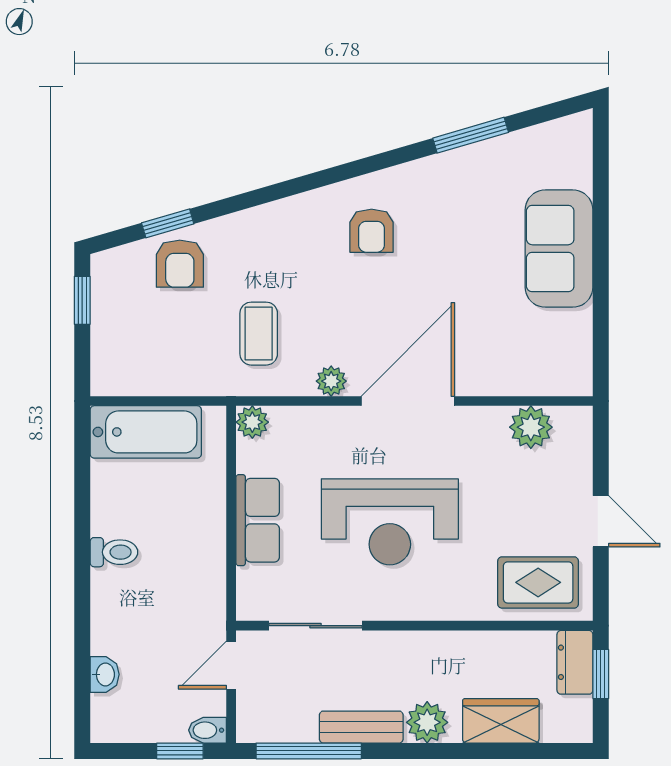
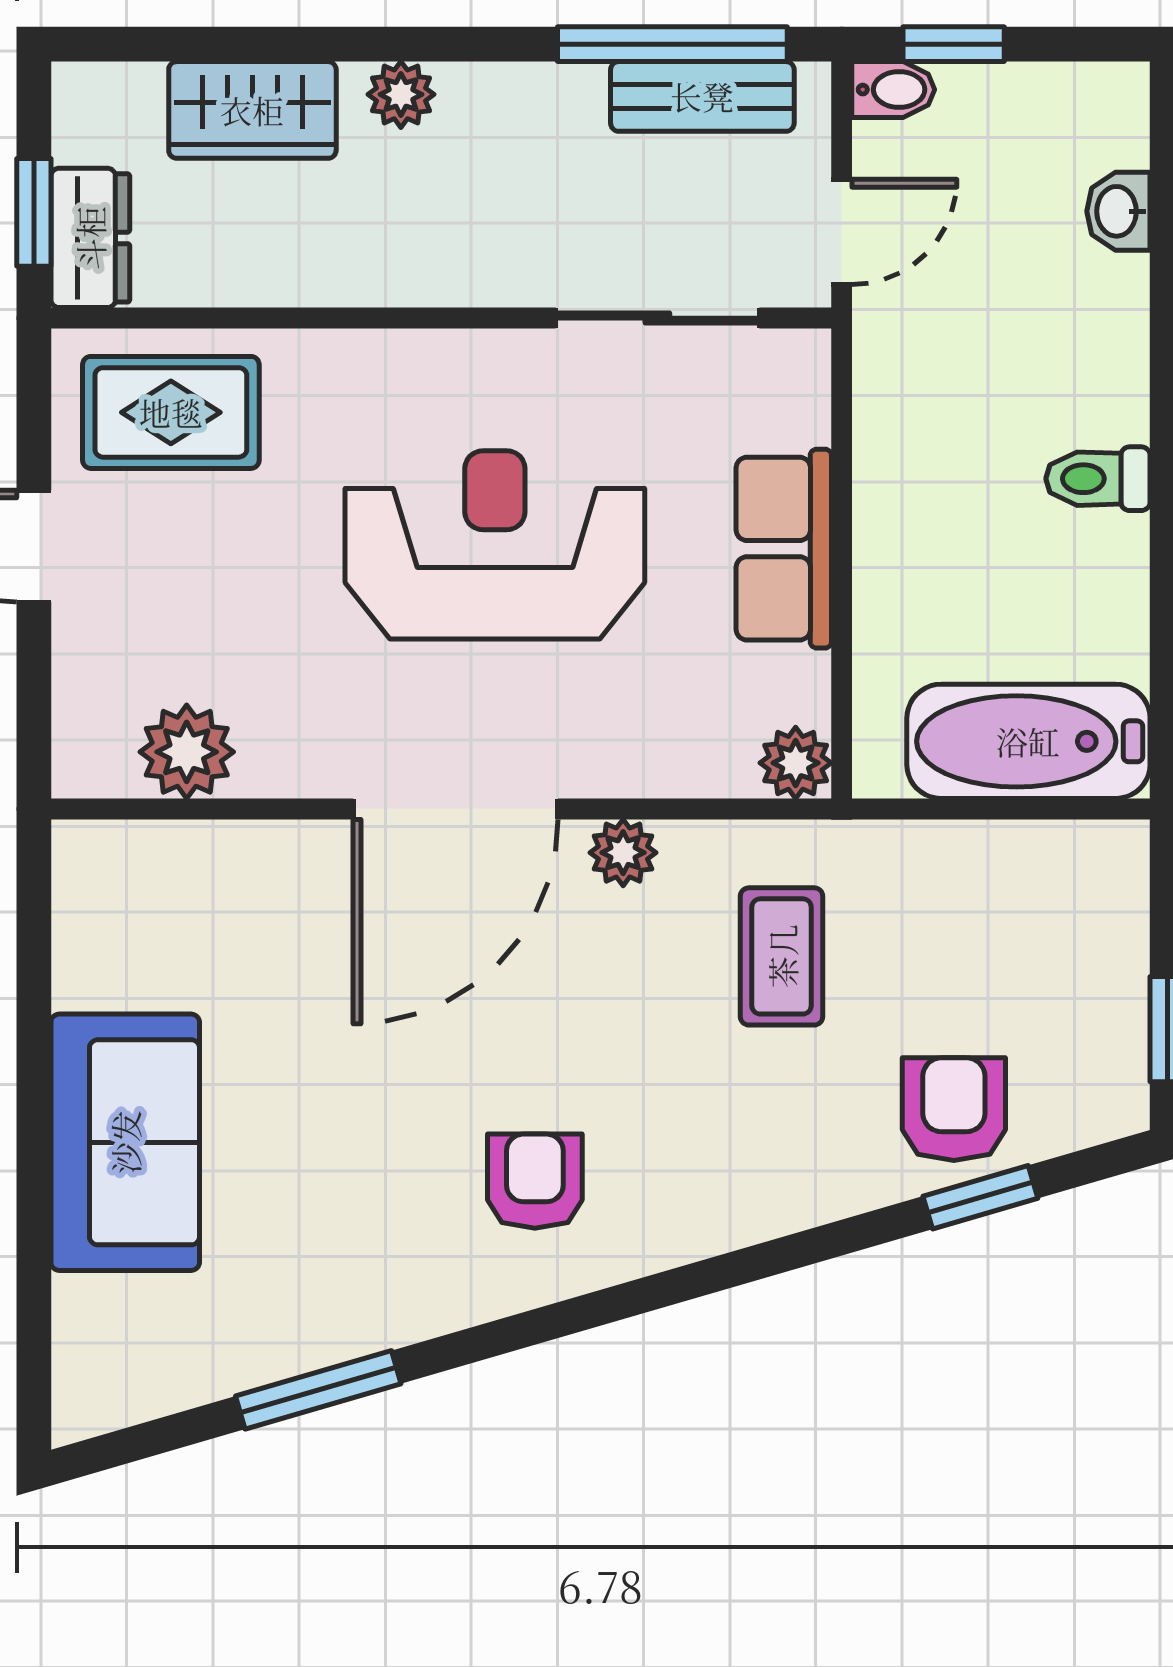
plant: (427, 722) -> (401, 94), width x0.73, depth x0.73
bench: (361, 727) -> (702, 96), moved

